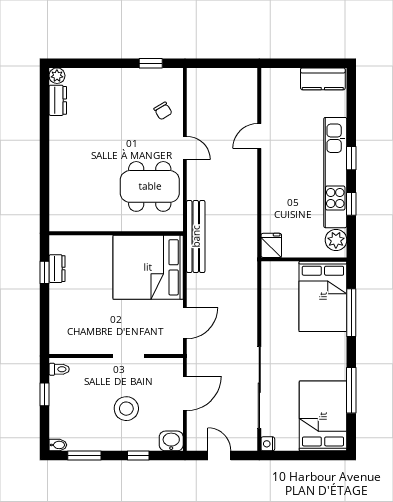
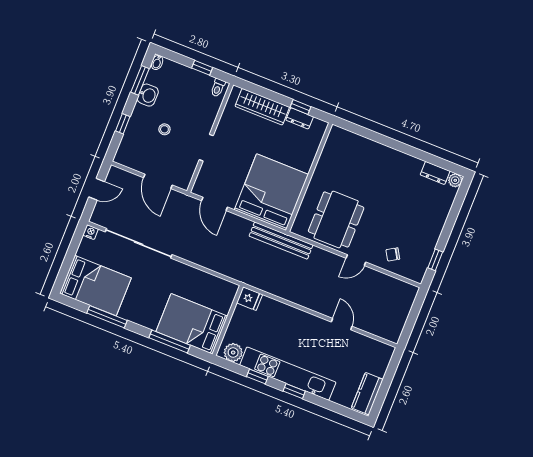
wardrobe: (60, 314) -> (262, 107), added
stool: (126, 409) -> (164, 129), width x0.53, depth x0.53
washbasin: (171, 441) -> (148, 95), moved

